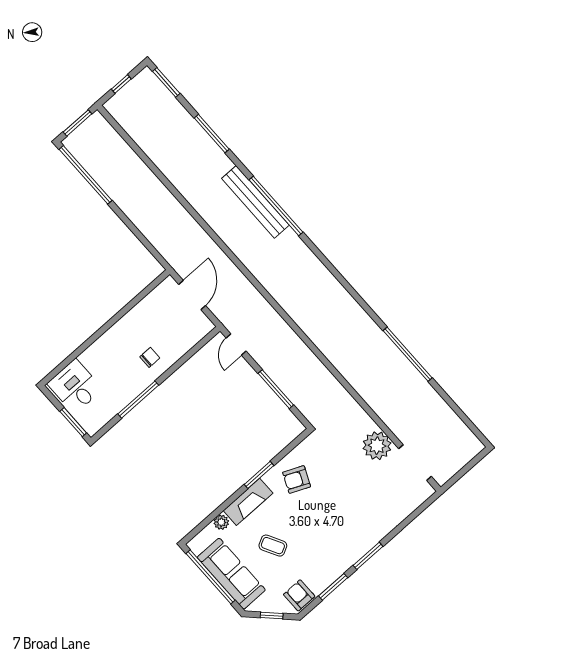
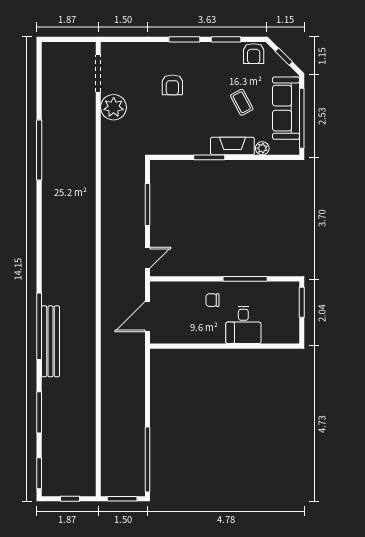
desk: (75, 386) -> (243, 325), moved
armchair: (297, 479) -> (172, 85), moved, turned 66

